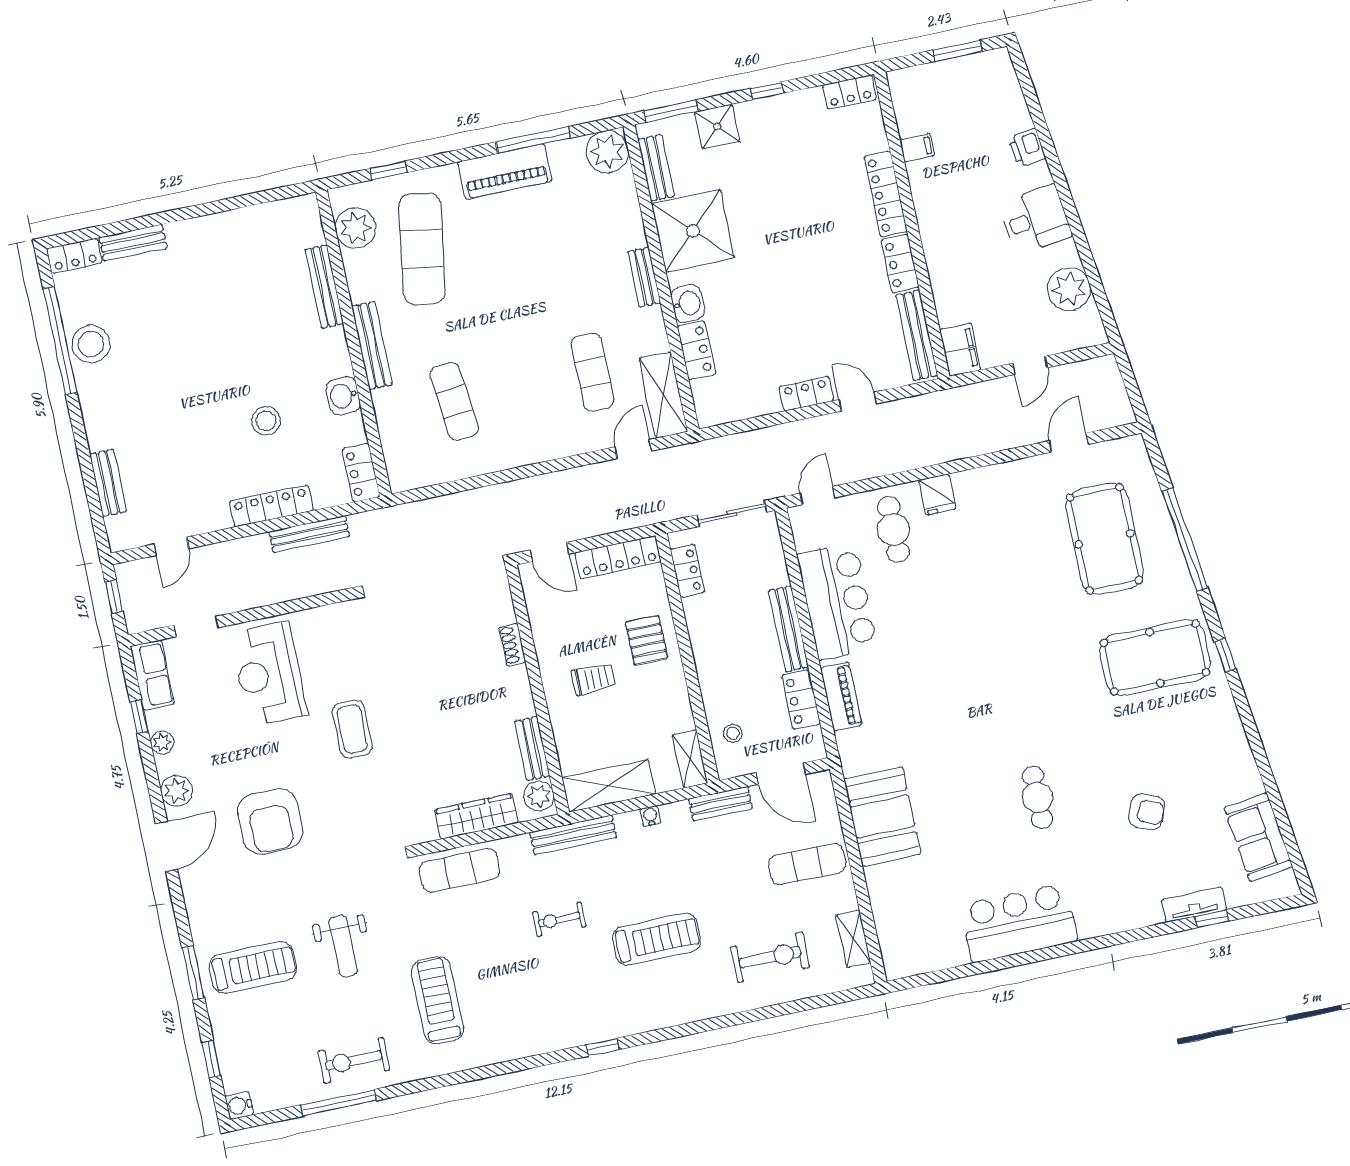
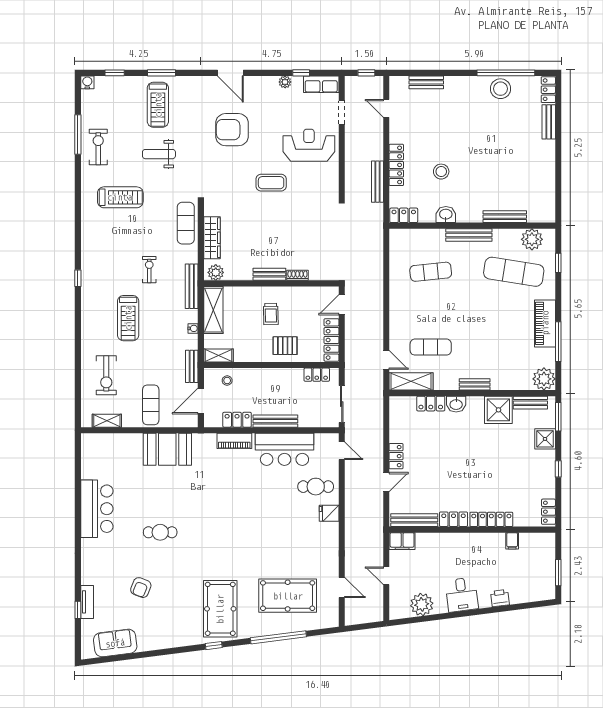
shower: (693, 231) -> (498, 410), width x0.73, depth x0.73
bench: (532, 749) -> (269, 274), moved
plant: (177, 791) -> (258, 84), removed

